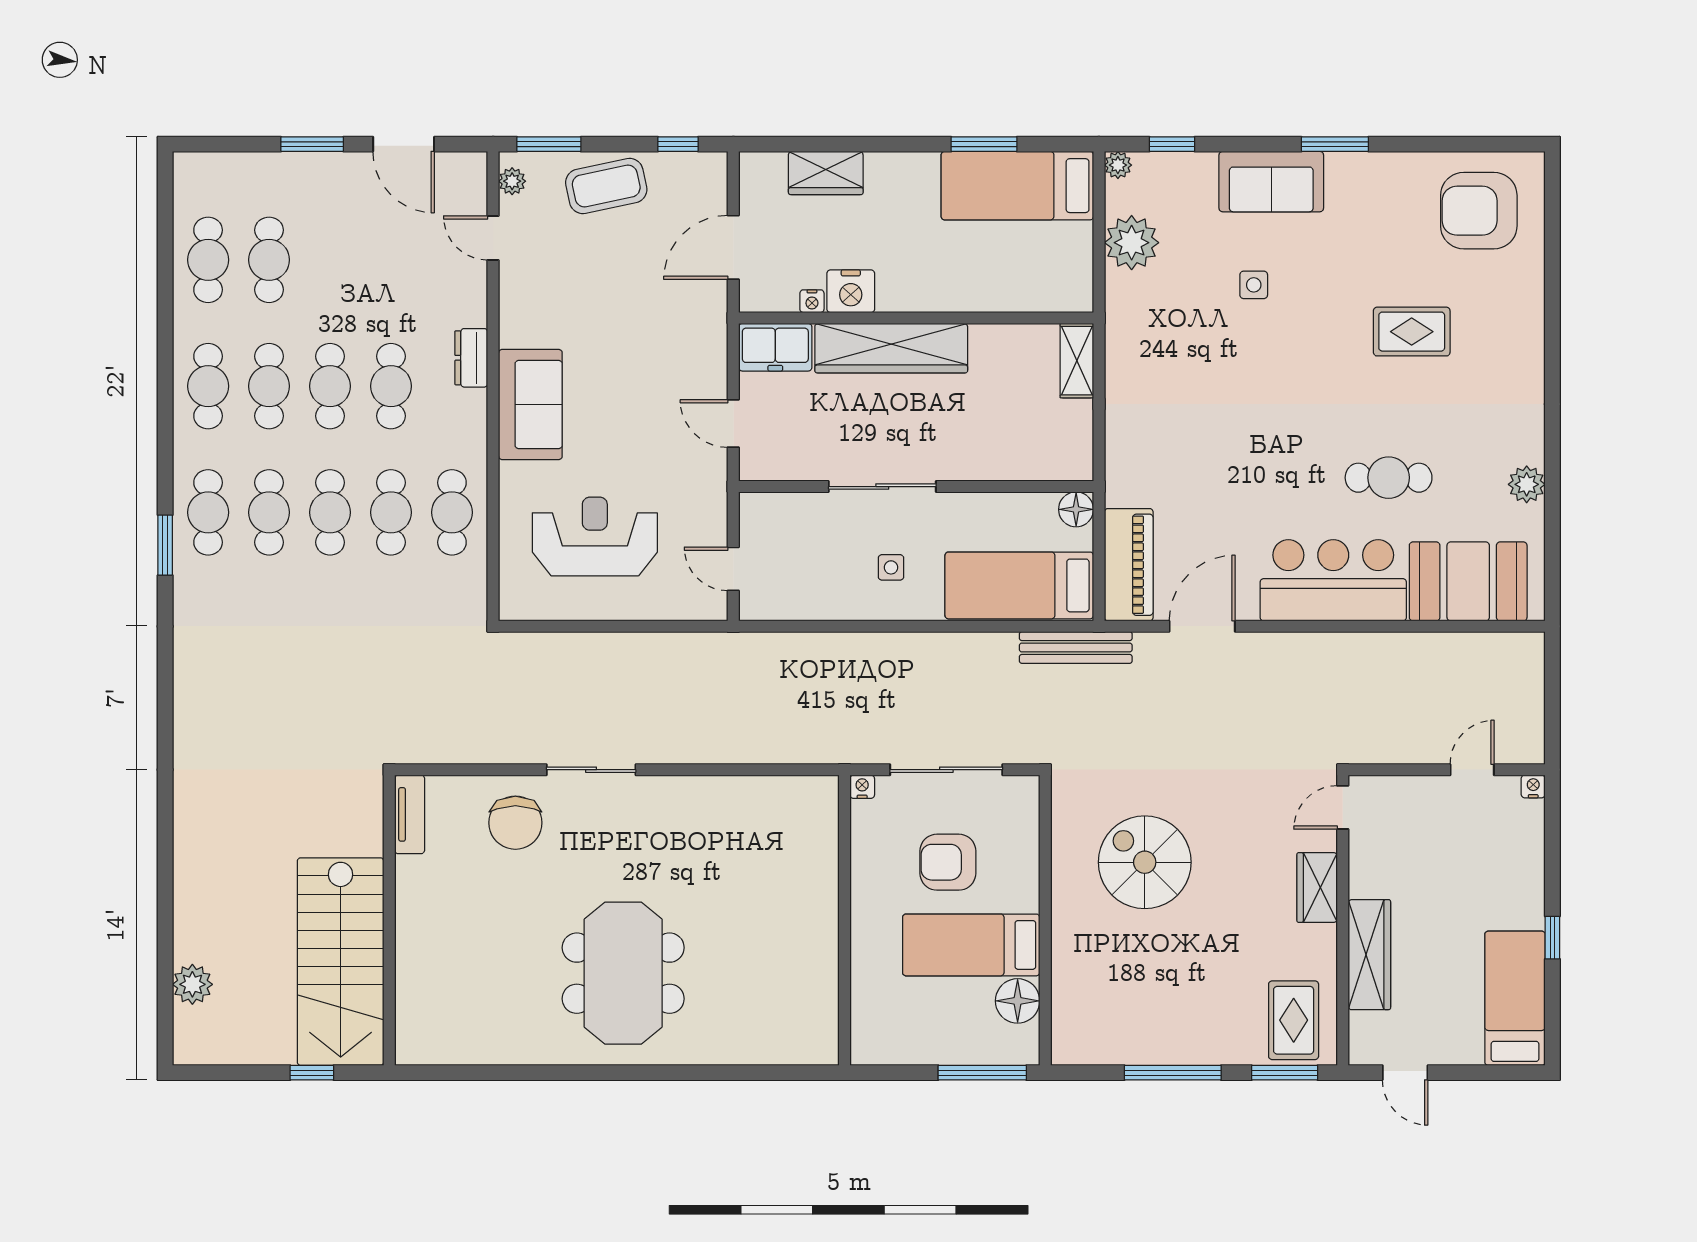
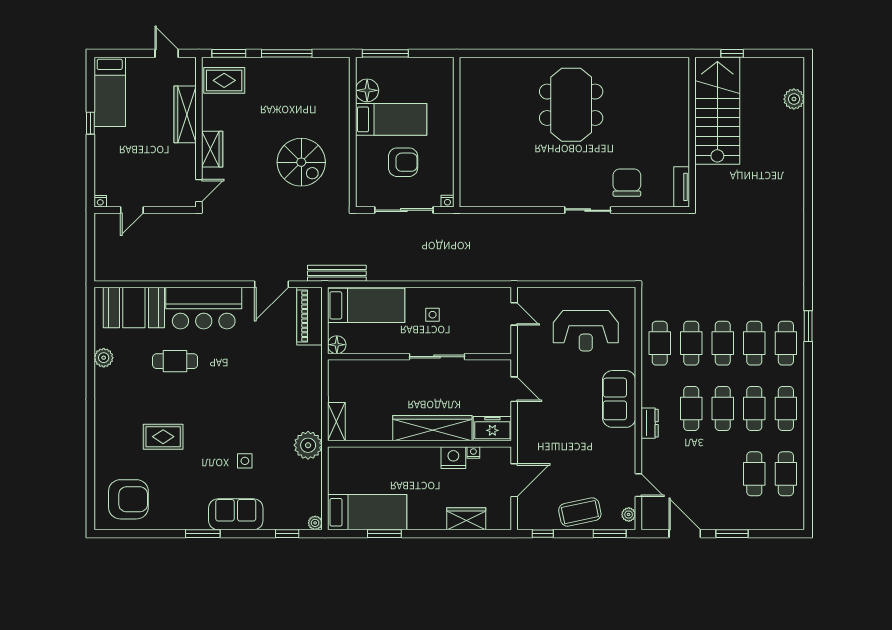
plant: (1132, 243) -> (308, 445), moved
rug: (1294, 1020) -> (224, 80), turned 90

